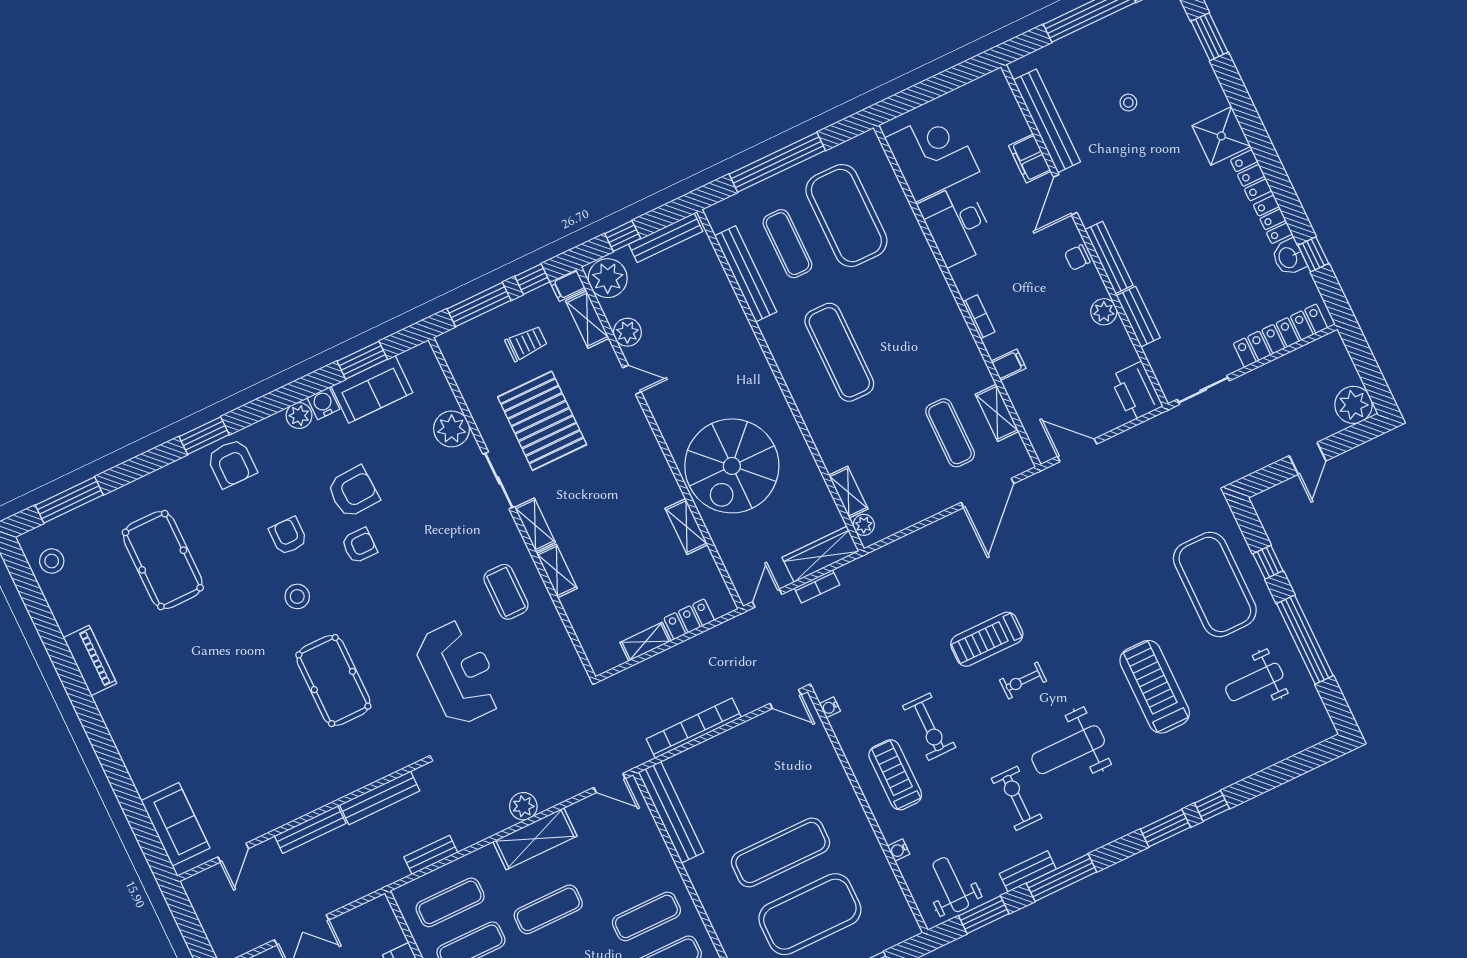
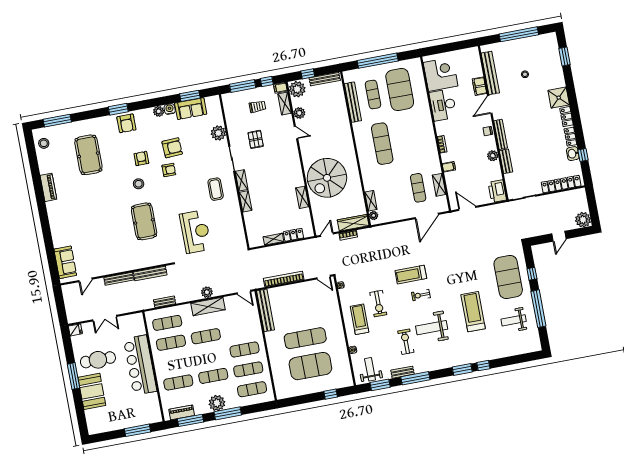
pallet: (542, 421) -> (256, 139), width x0.49, depth x0.50
coffee table: (506, 592) -> (216, 189), moved

